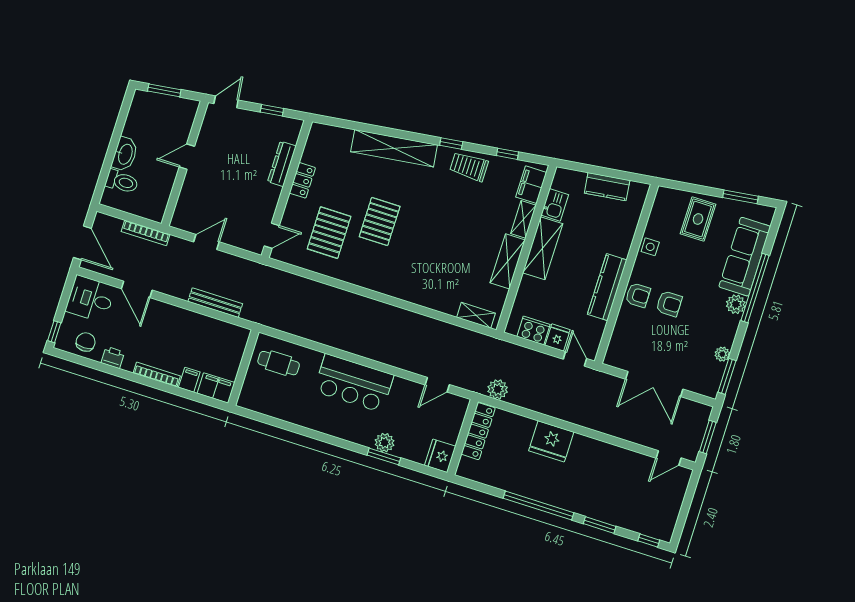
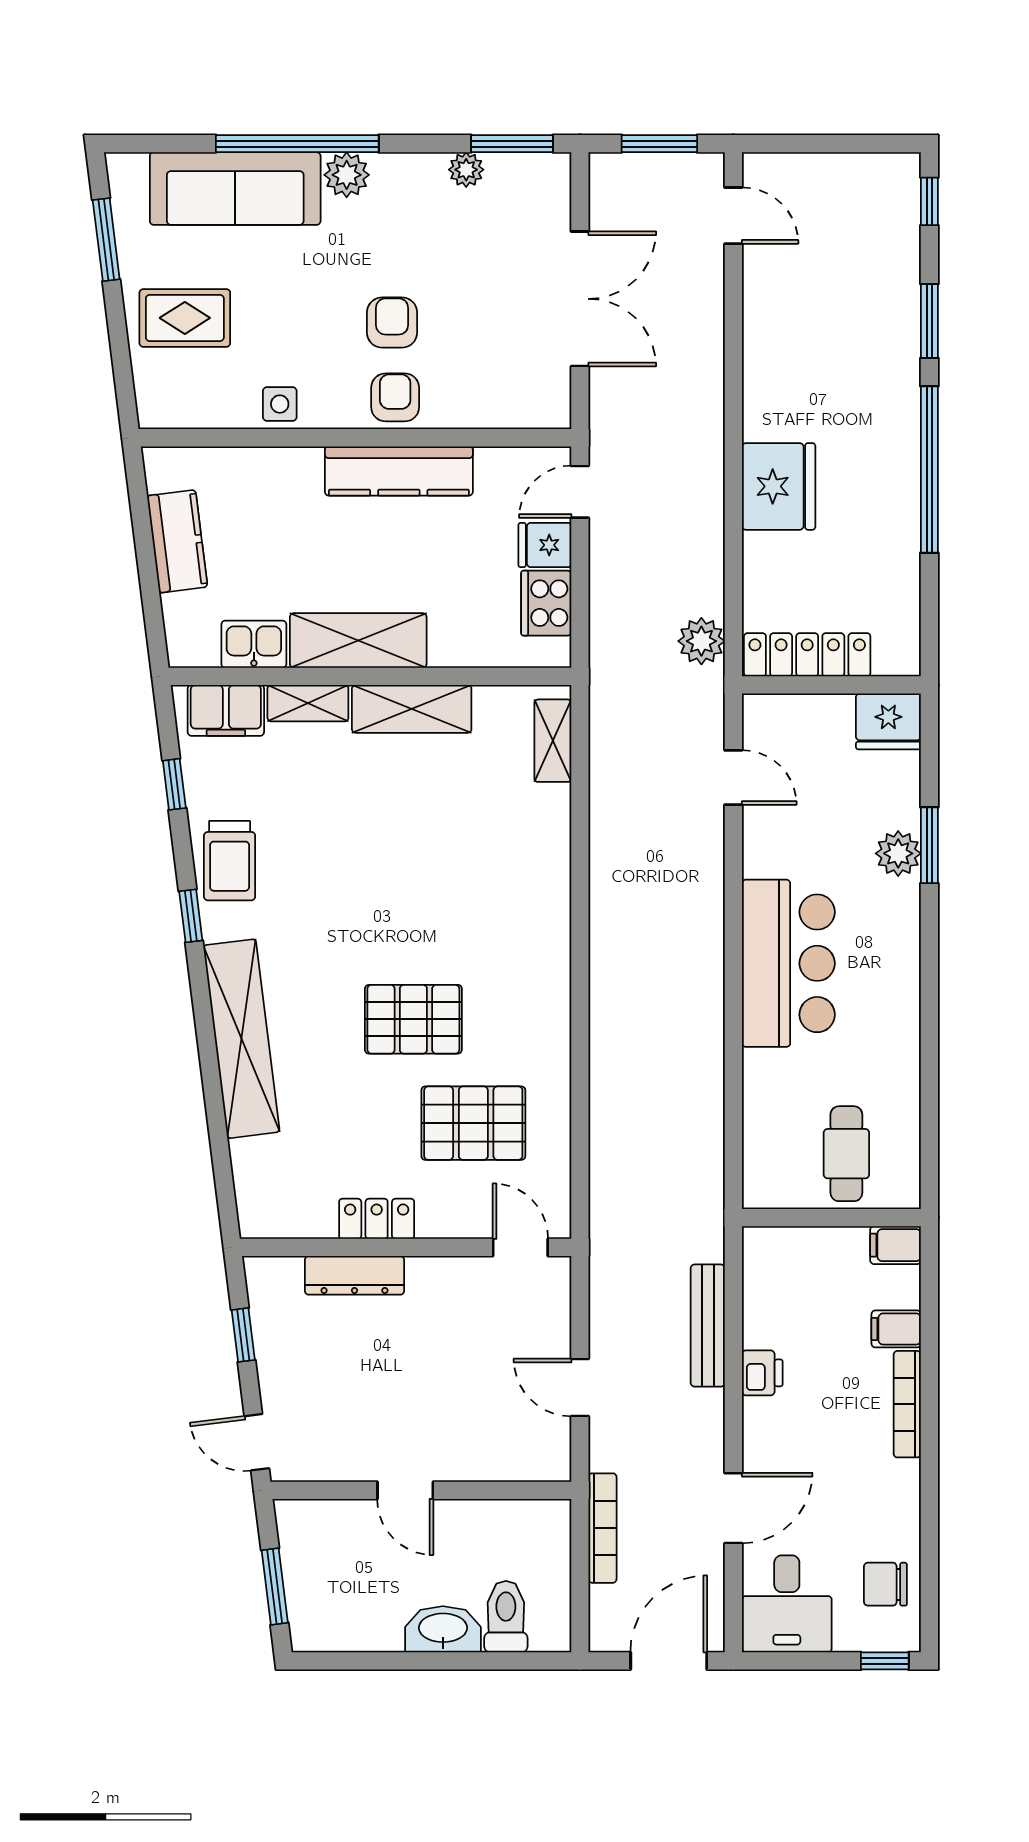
printer: (113, 357) -> (762, 1373), moved, turned 180
cafe table: (279, 363) -> (846, 1154), moved
filing cabinet: (216, 388) -> (896, 1245), width x0.50

